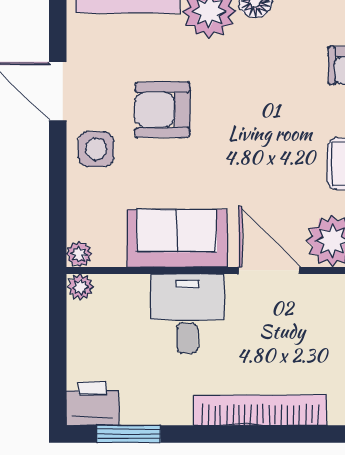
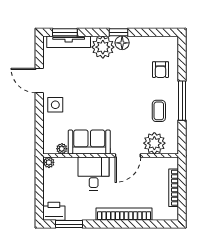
armchair: (163, 110) -> (83, 88), removed
plant: (79, 254) -> (62, 149), moved
door: (269, 270) -> (128, 156), swing flipped

